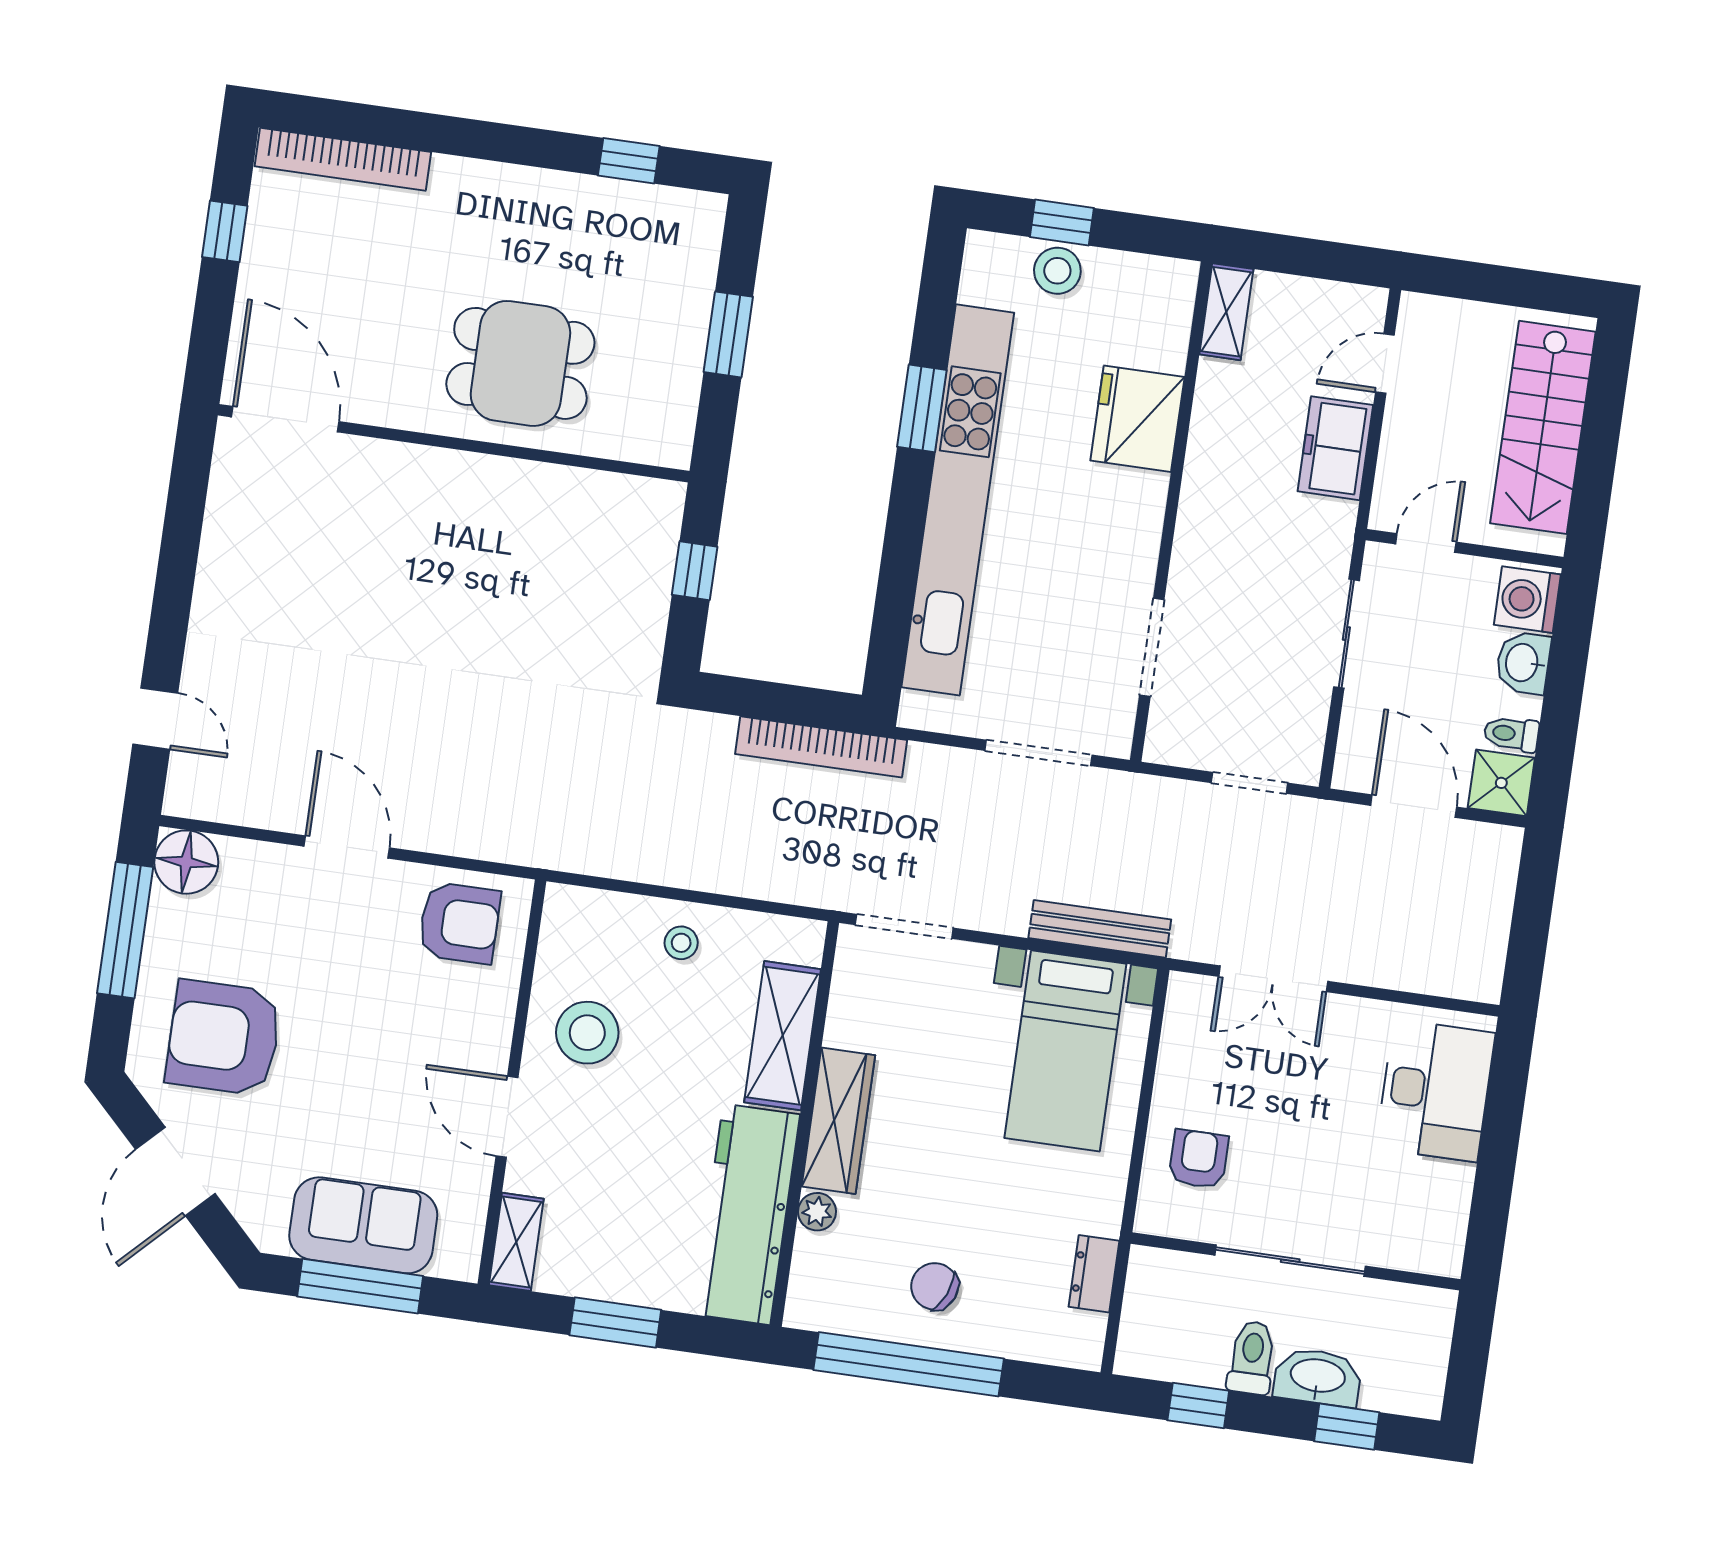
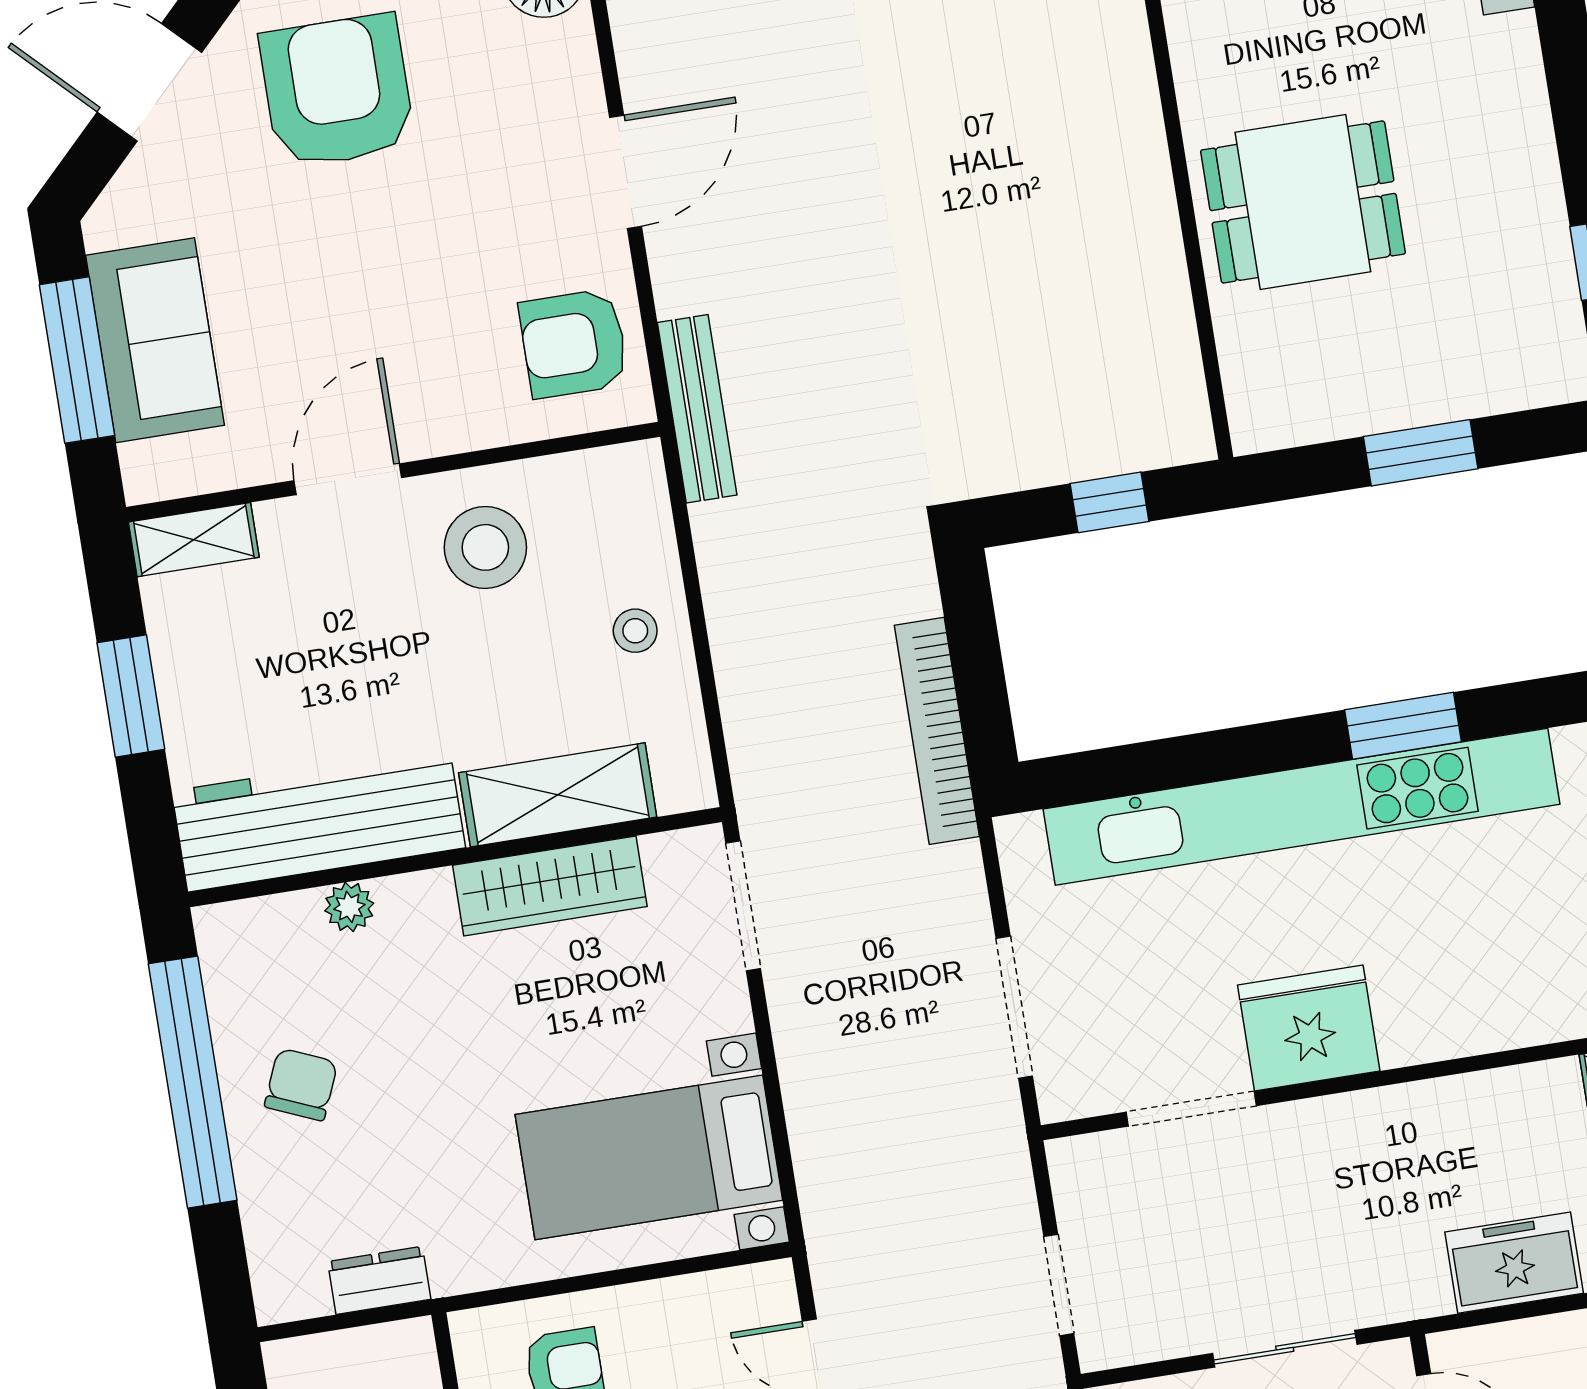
dining table: (520, 363) -> (1303, 202), turned 90
fridge: (1137, 419) -> (1309, 1028), moved
armchair: (459, 923) -> (574, 343), turned 90
bench: (1100, 929) -> (697, 409), moved
wardrobe: (838, 1121) -> (550, 886), moved

